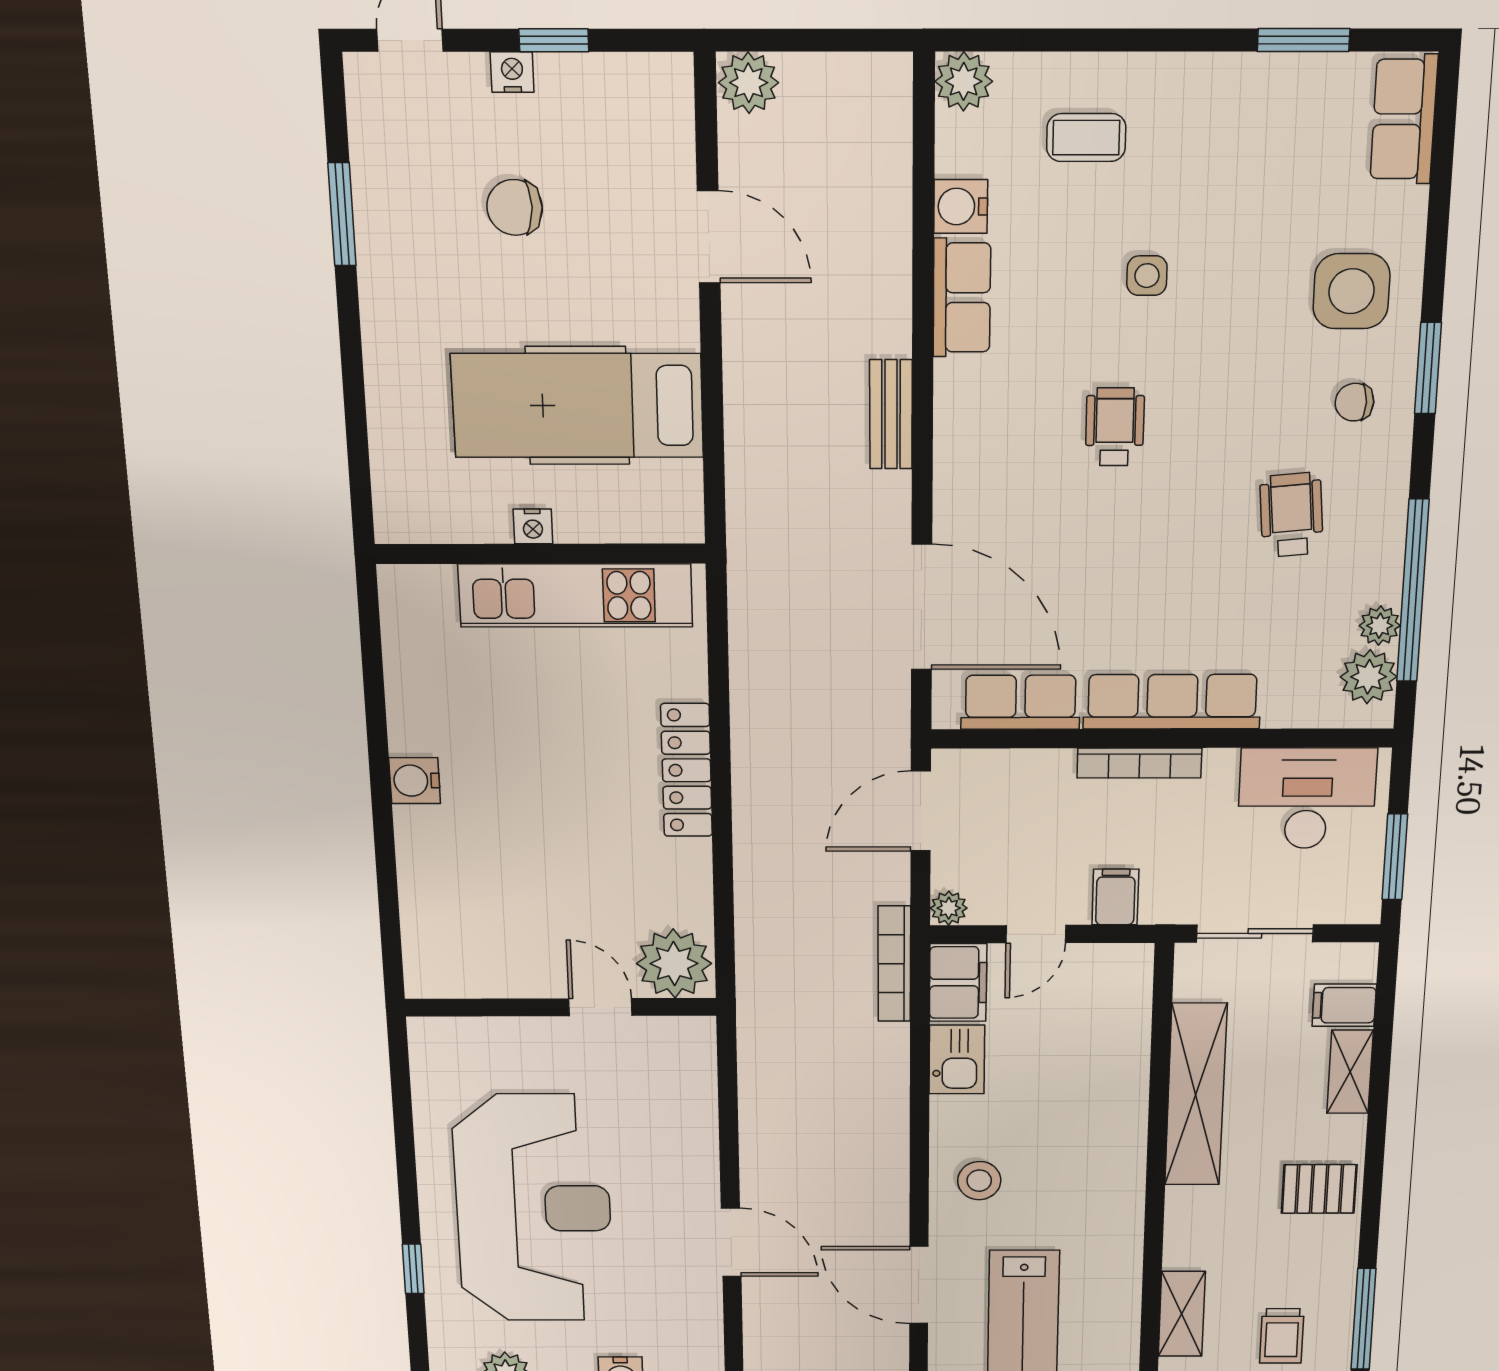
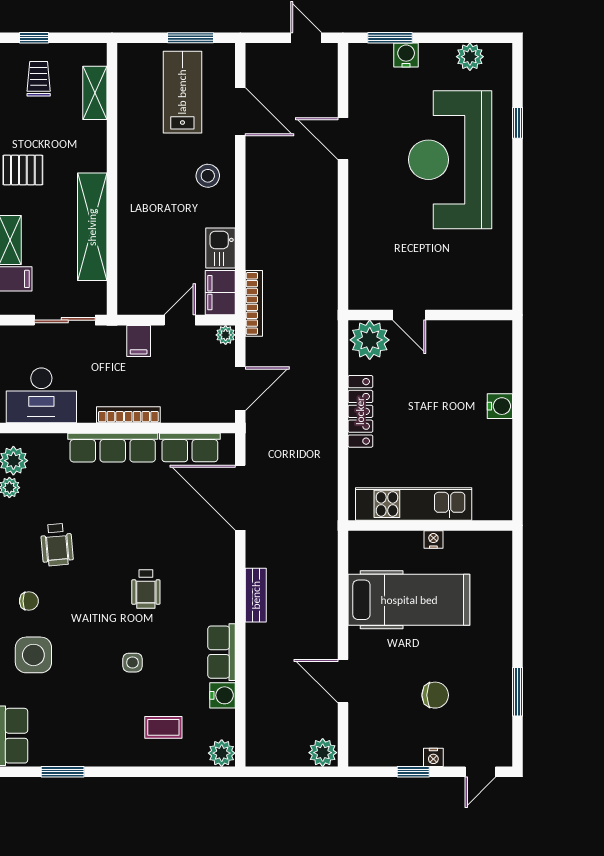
plant: (674, 964) -> (370, 340), moved
wall: (561, 1007) -> (430, 315), moved
door: (600, 1007) -> (409, 315), moved

